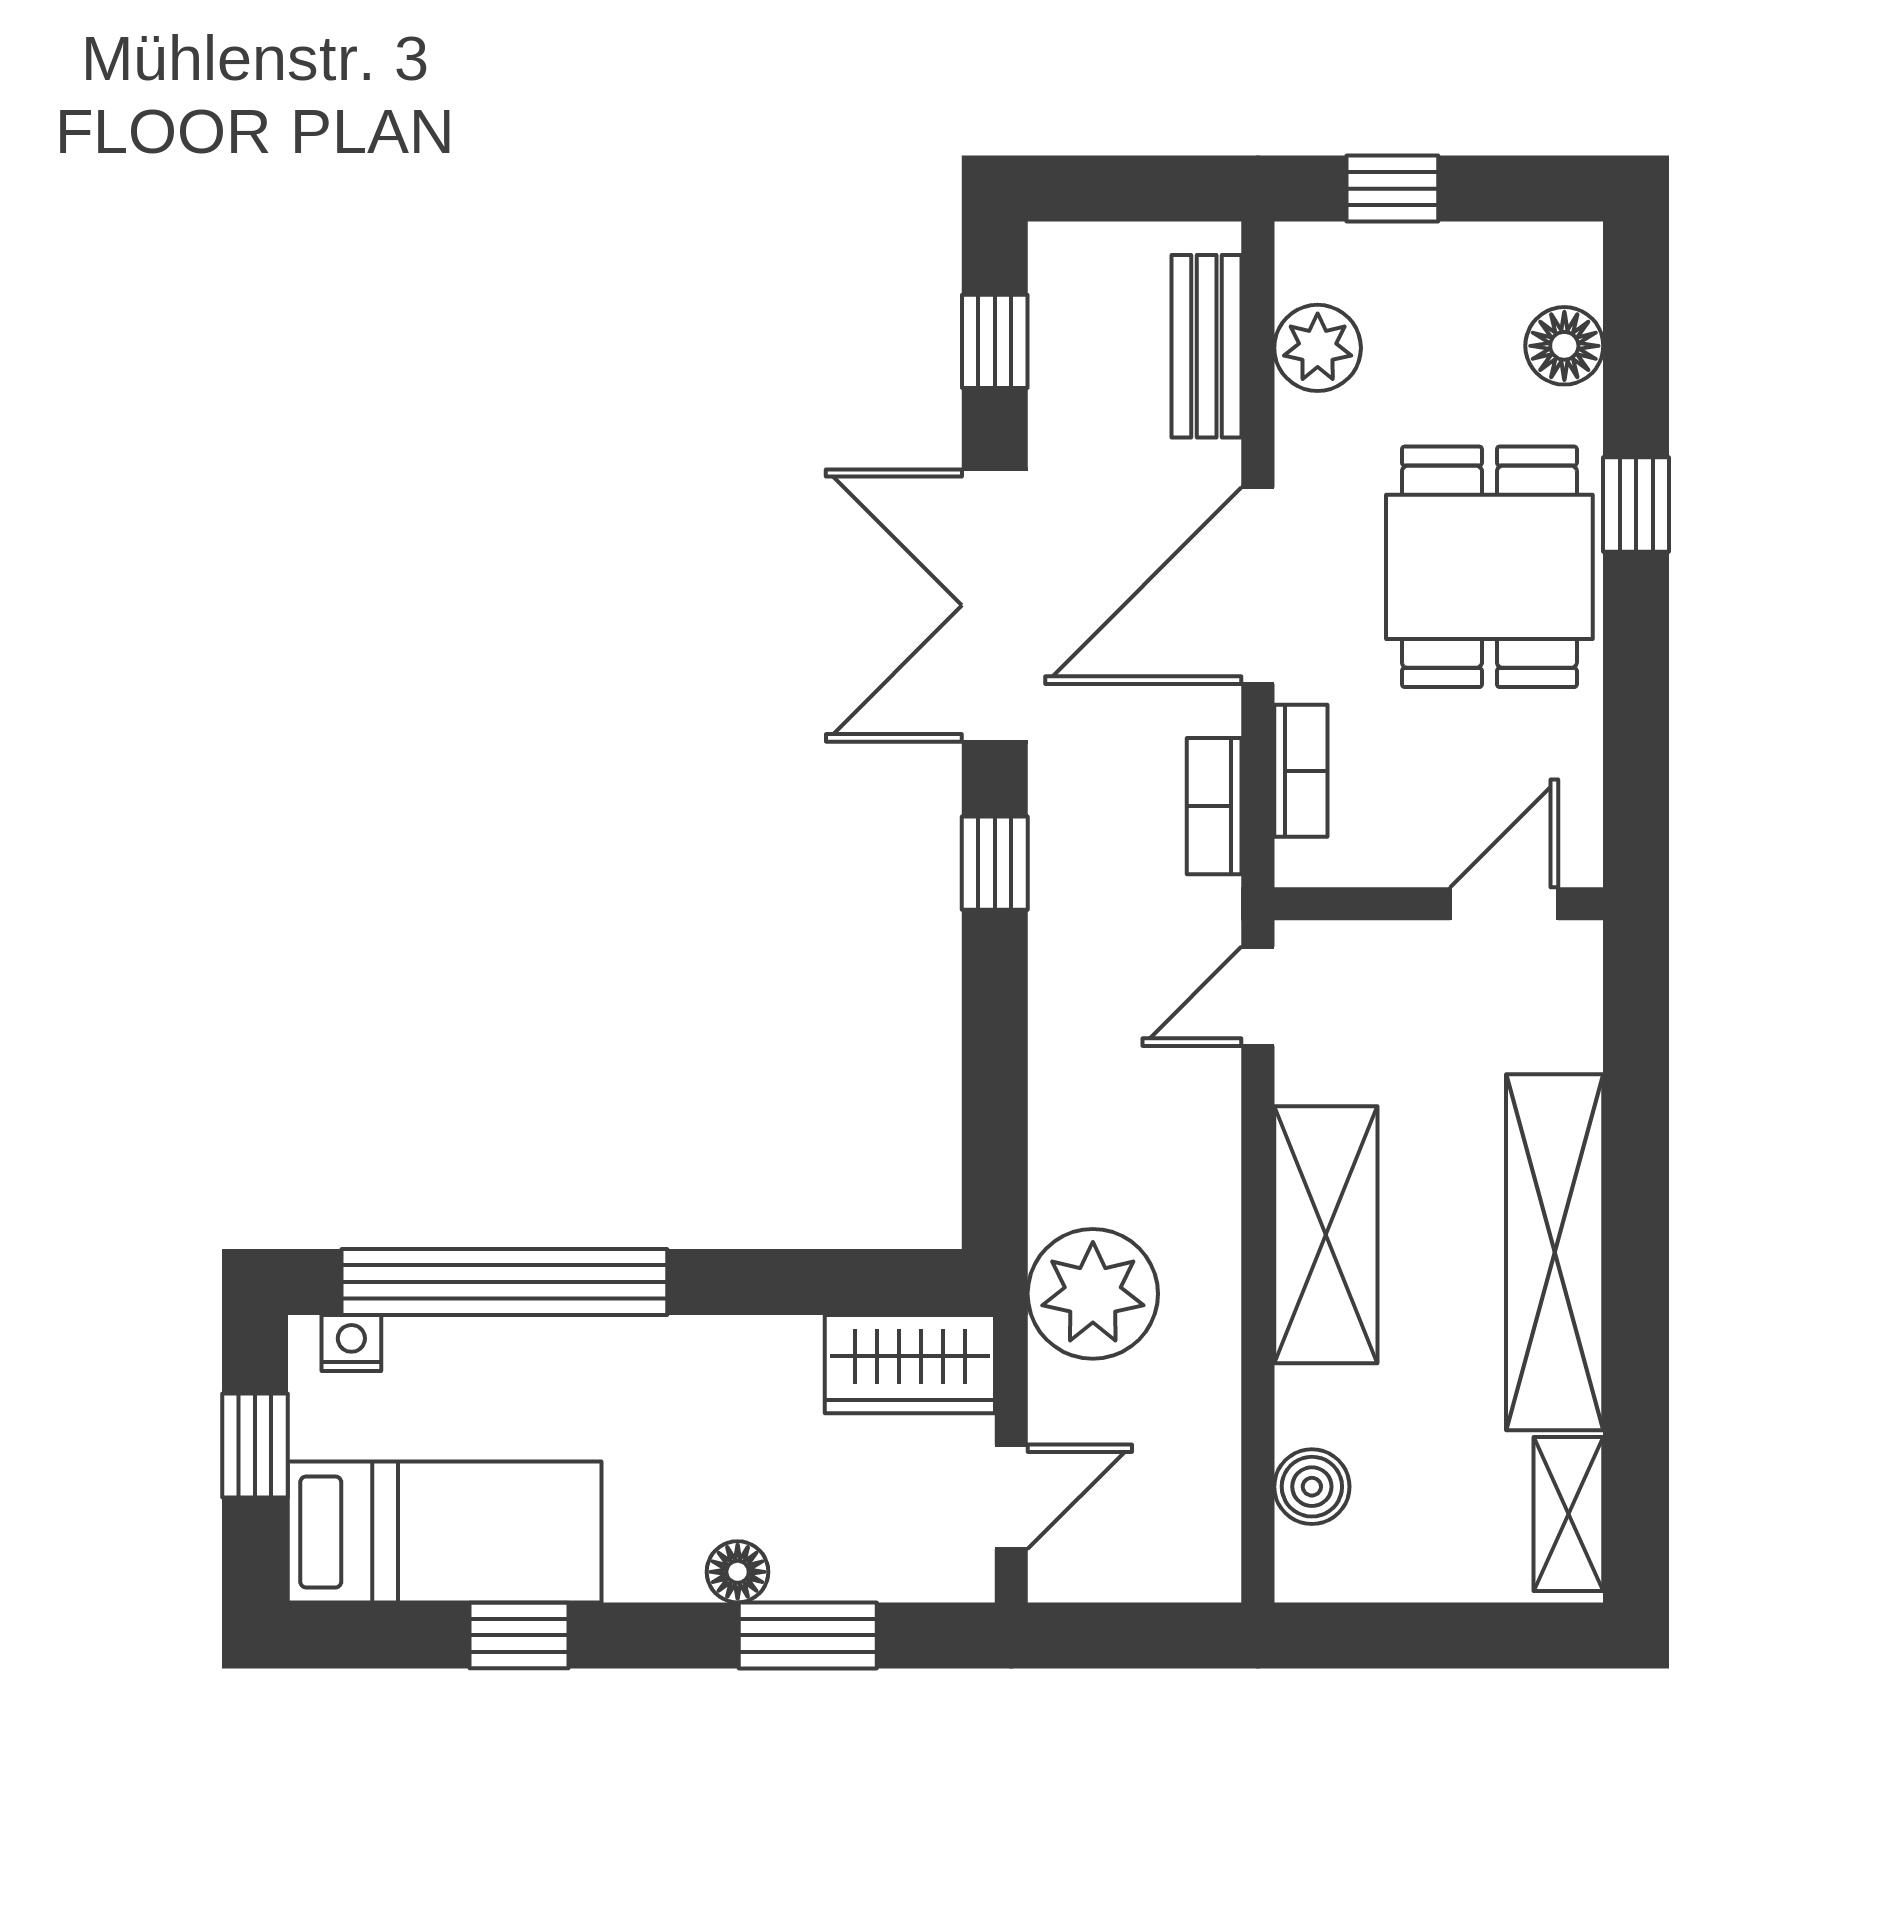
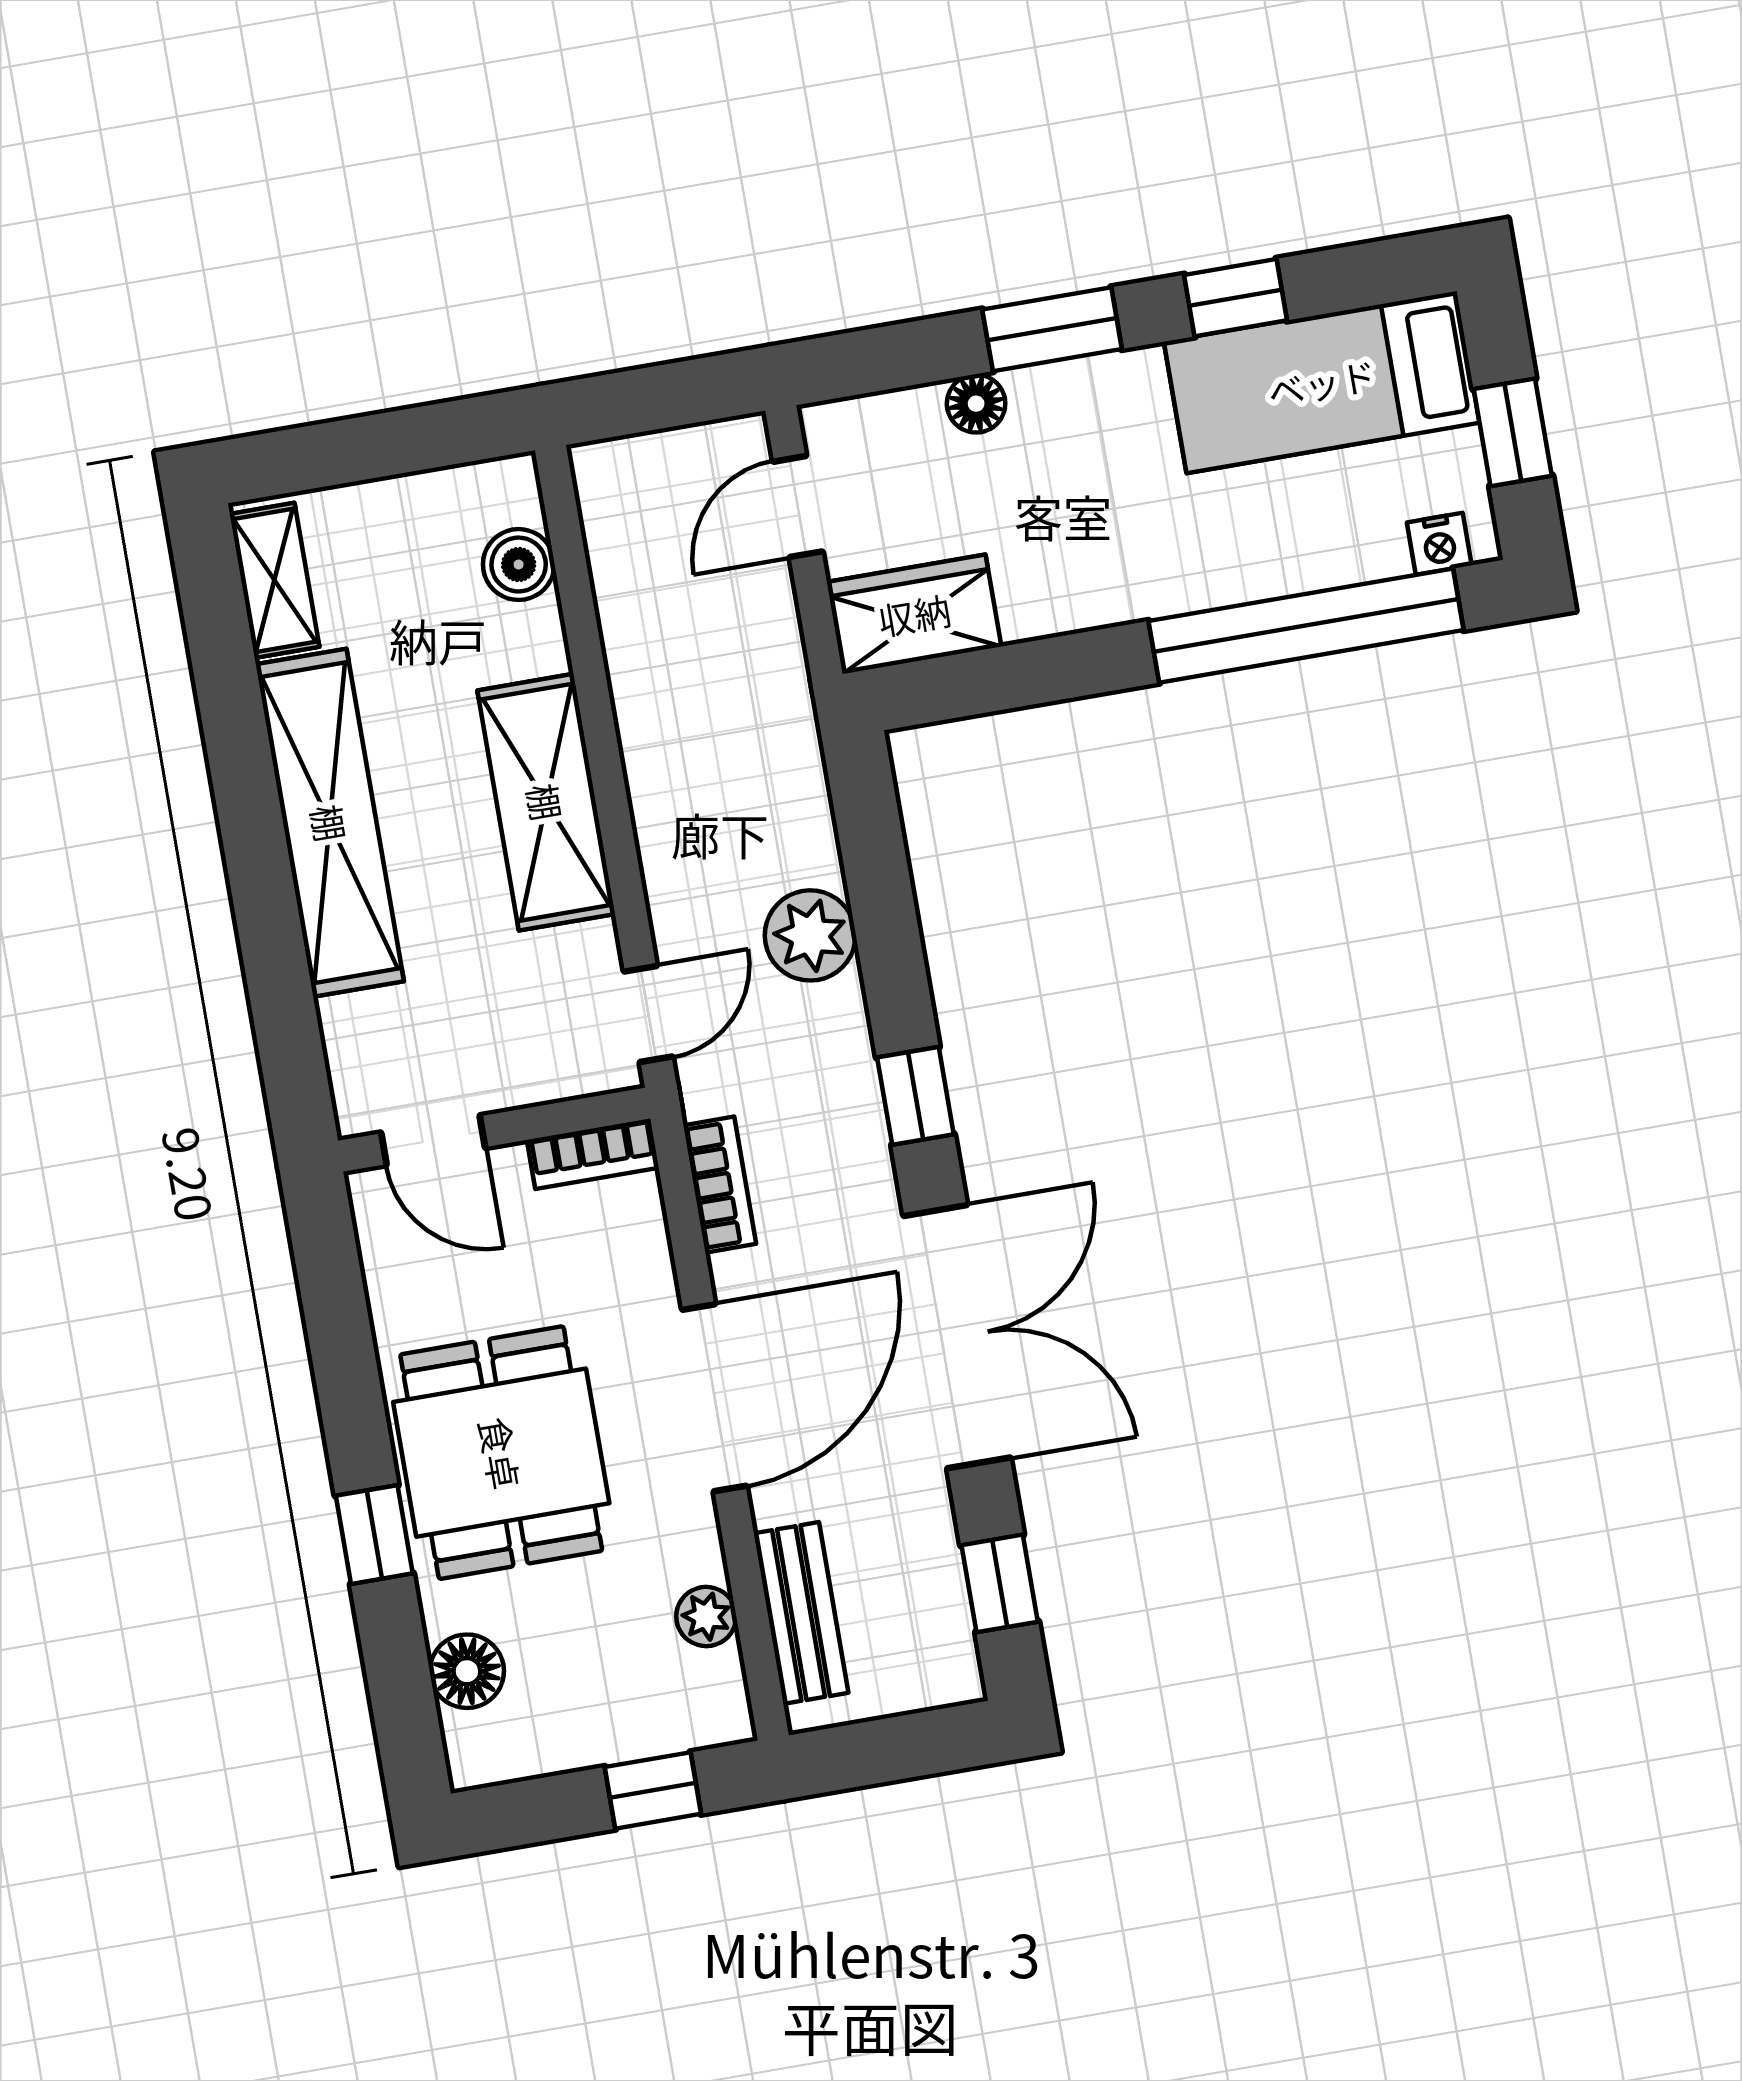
plant: (1318, 348) -> (706, 1616), width x0.73, depth x0.73
bookcase: (1301, 771) -> (593, 1154), moved, turned -90
door: (1504, 904) -> (433, 1140), hinge flipped
plant: (1093, 1294) -> (810, 935), moved, width x0.73, depth x0.73
floor lamp: (738, 1572) -> (976, 404), moved
window: (808, 1635) -> (1052, 329), moved

